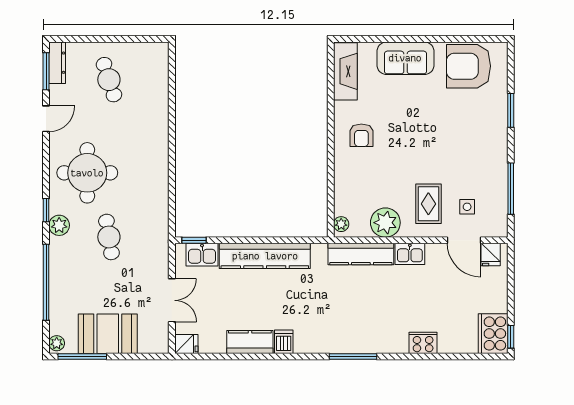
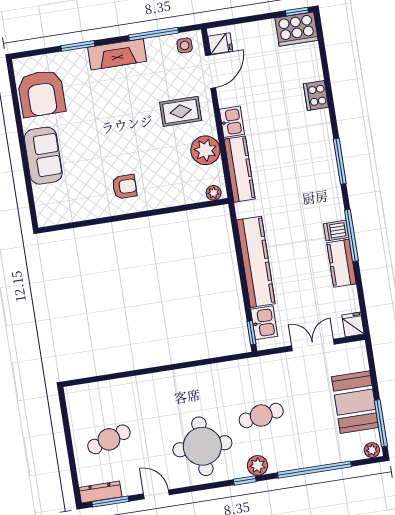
fireplace: (345, 71) -> (117, 54), moved, turned 180
side table: (467, 207) -> (185, 45), moved
window: (276, 356) -> (351, 235), added

